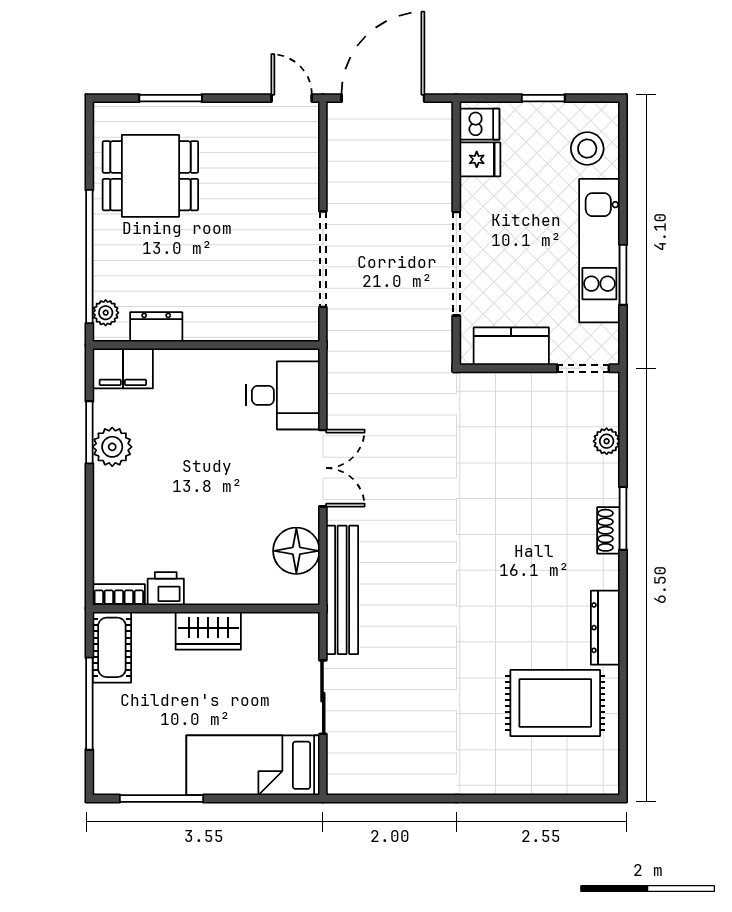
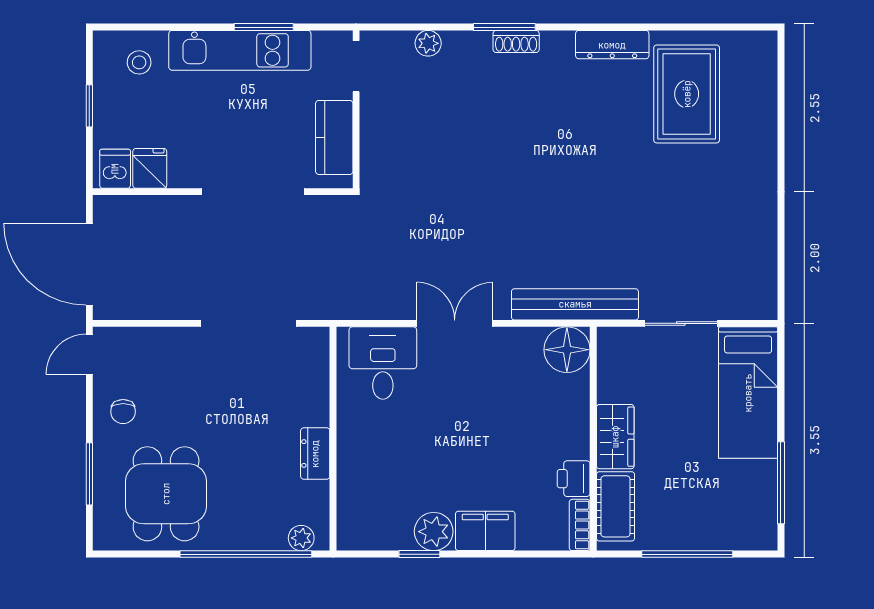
chair: (234, 132) -> (123, 412), added
stool: (587, 149) -> (139, 62), width x0.73, depth x0.73
dresser: (156, 327) -> (315, 454), moved
filing cabinet: (123, 368) -> (485, 531), moved, turned -90
window: (89, 432) -> (419, 554), width x0.67
floor lamp: (296, 551) -> (567, 350), moved
cot: (112, 647) -> (615, 506), moved, turned 90

